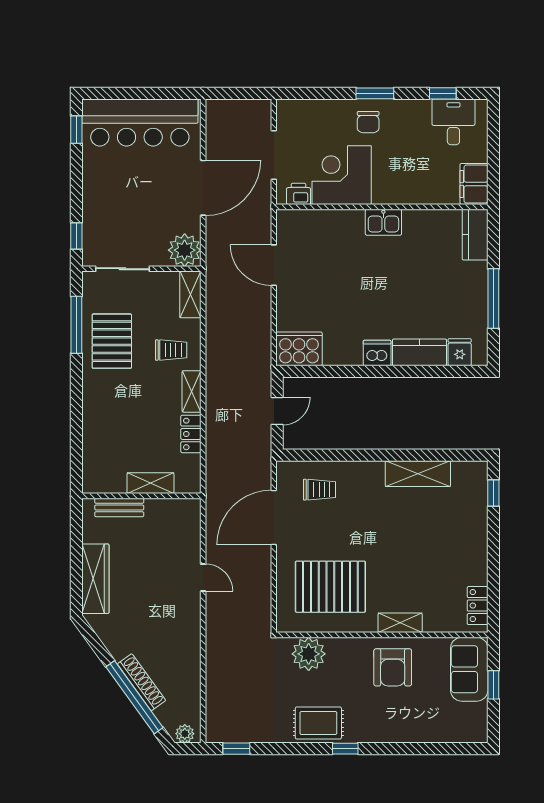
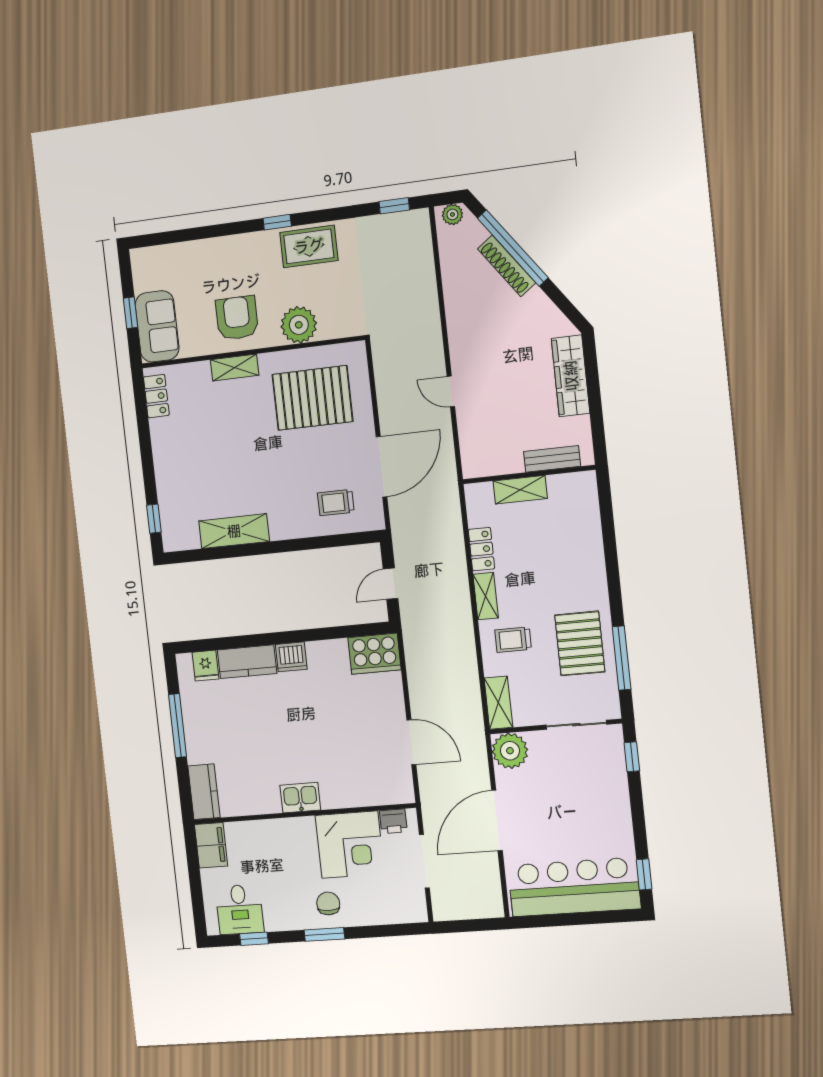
plant: (309, 654) -> (299, 325), moved

